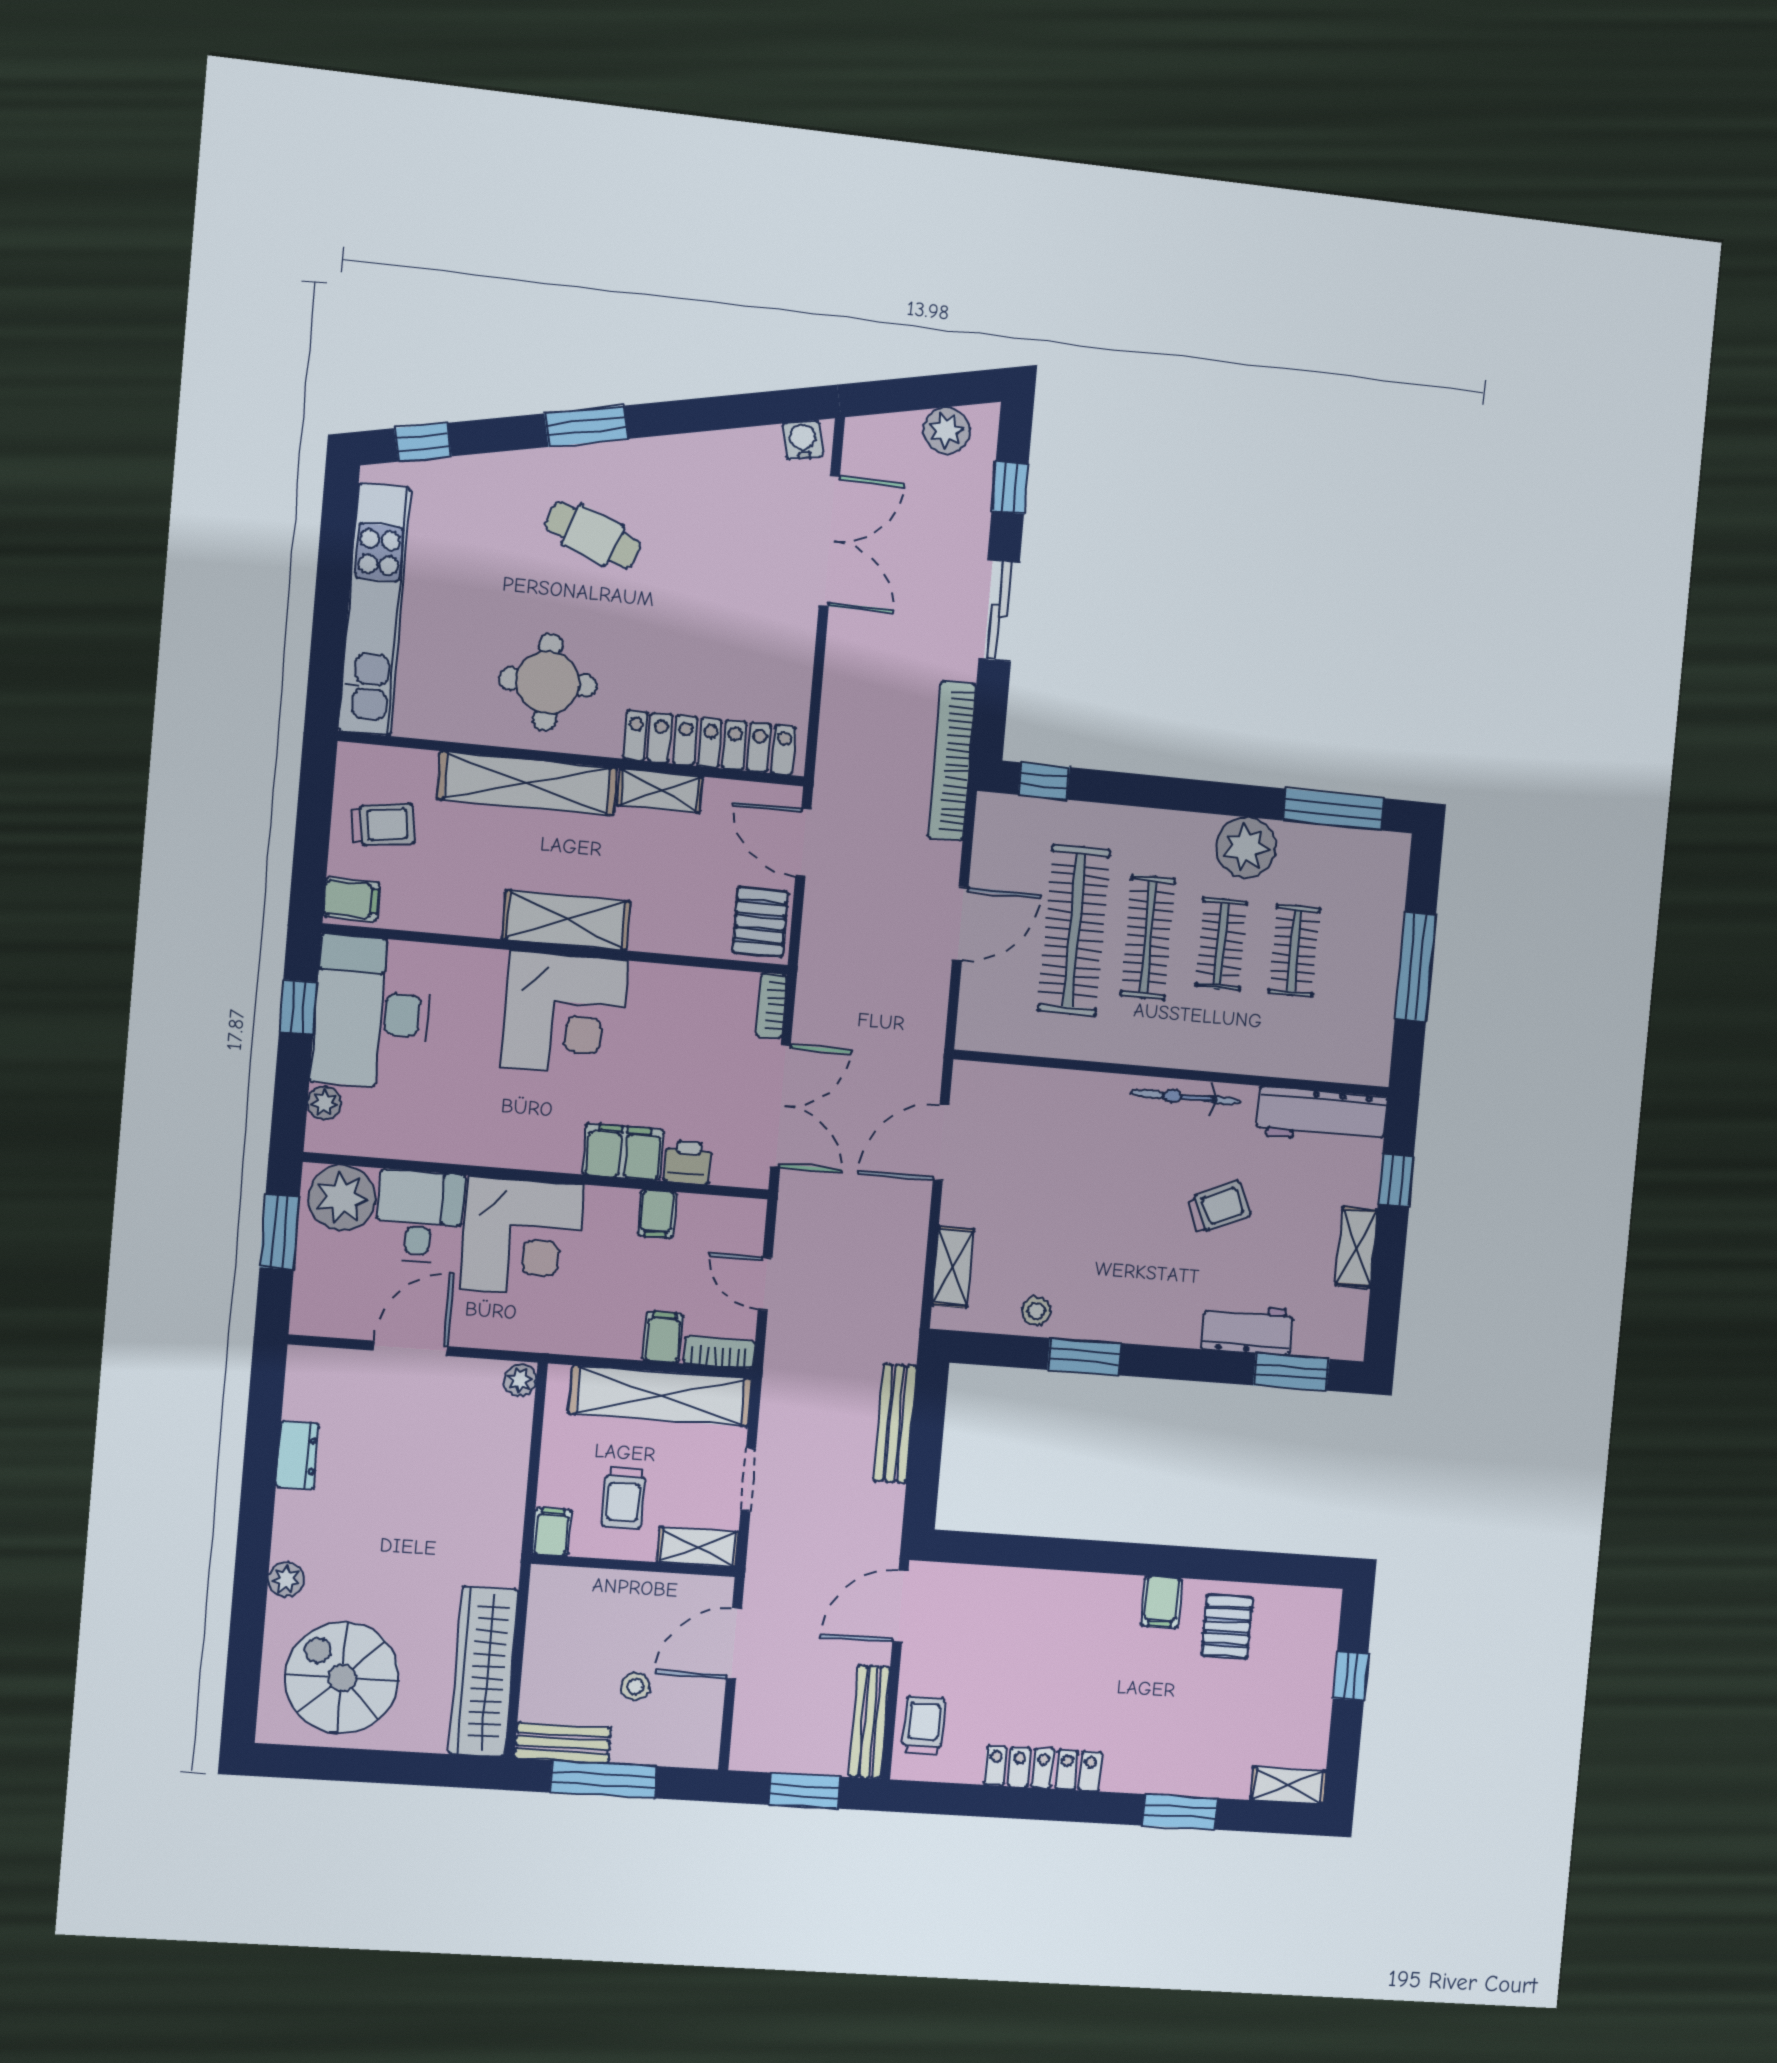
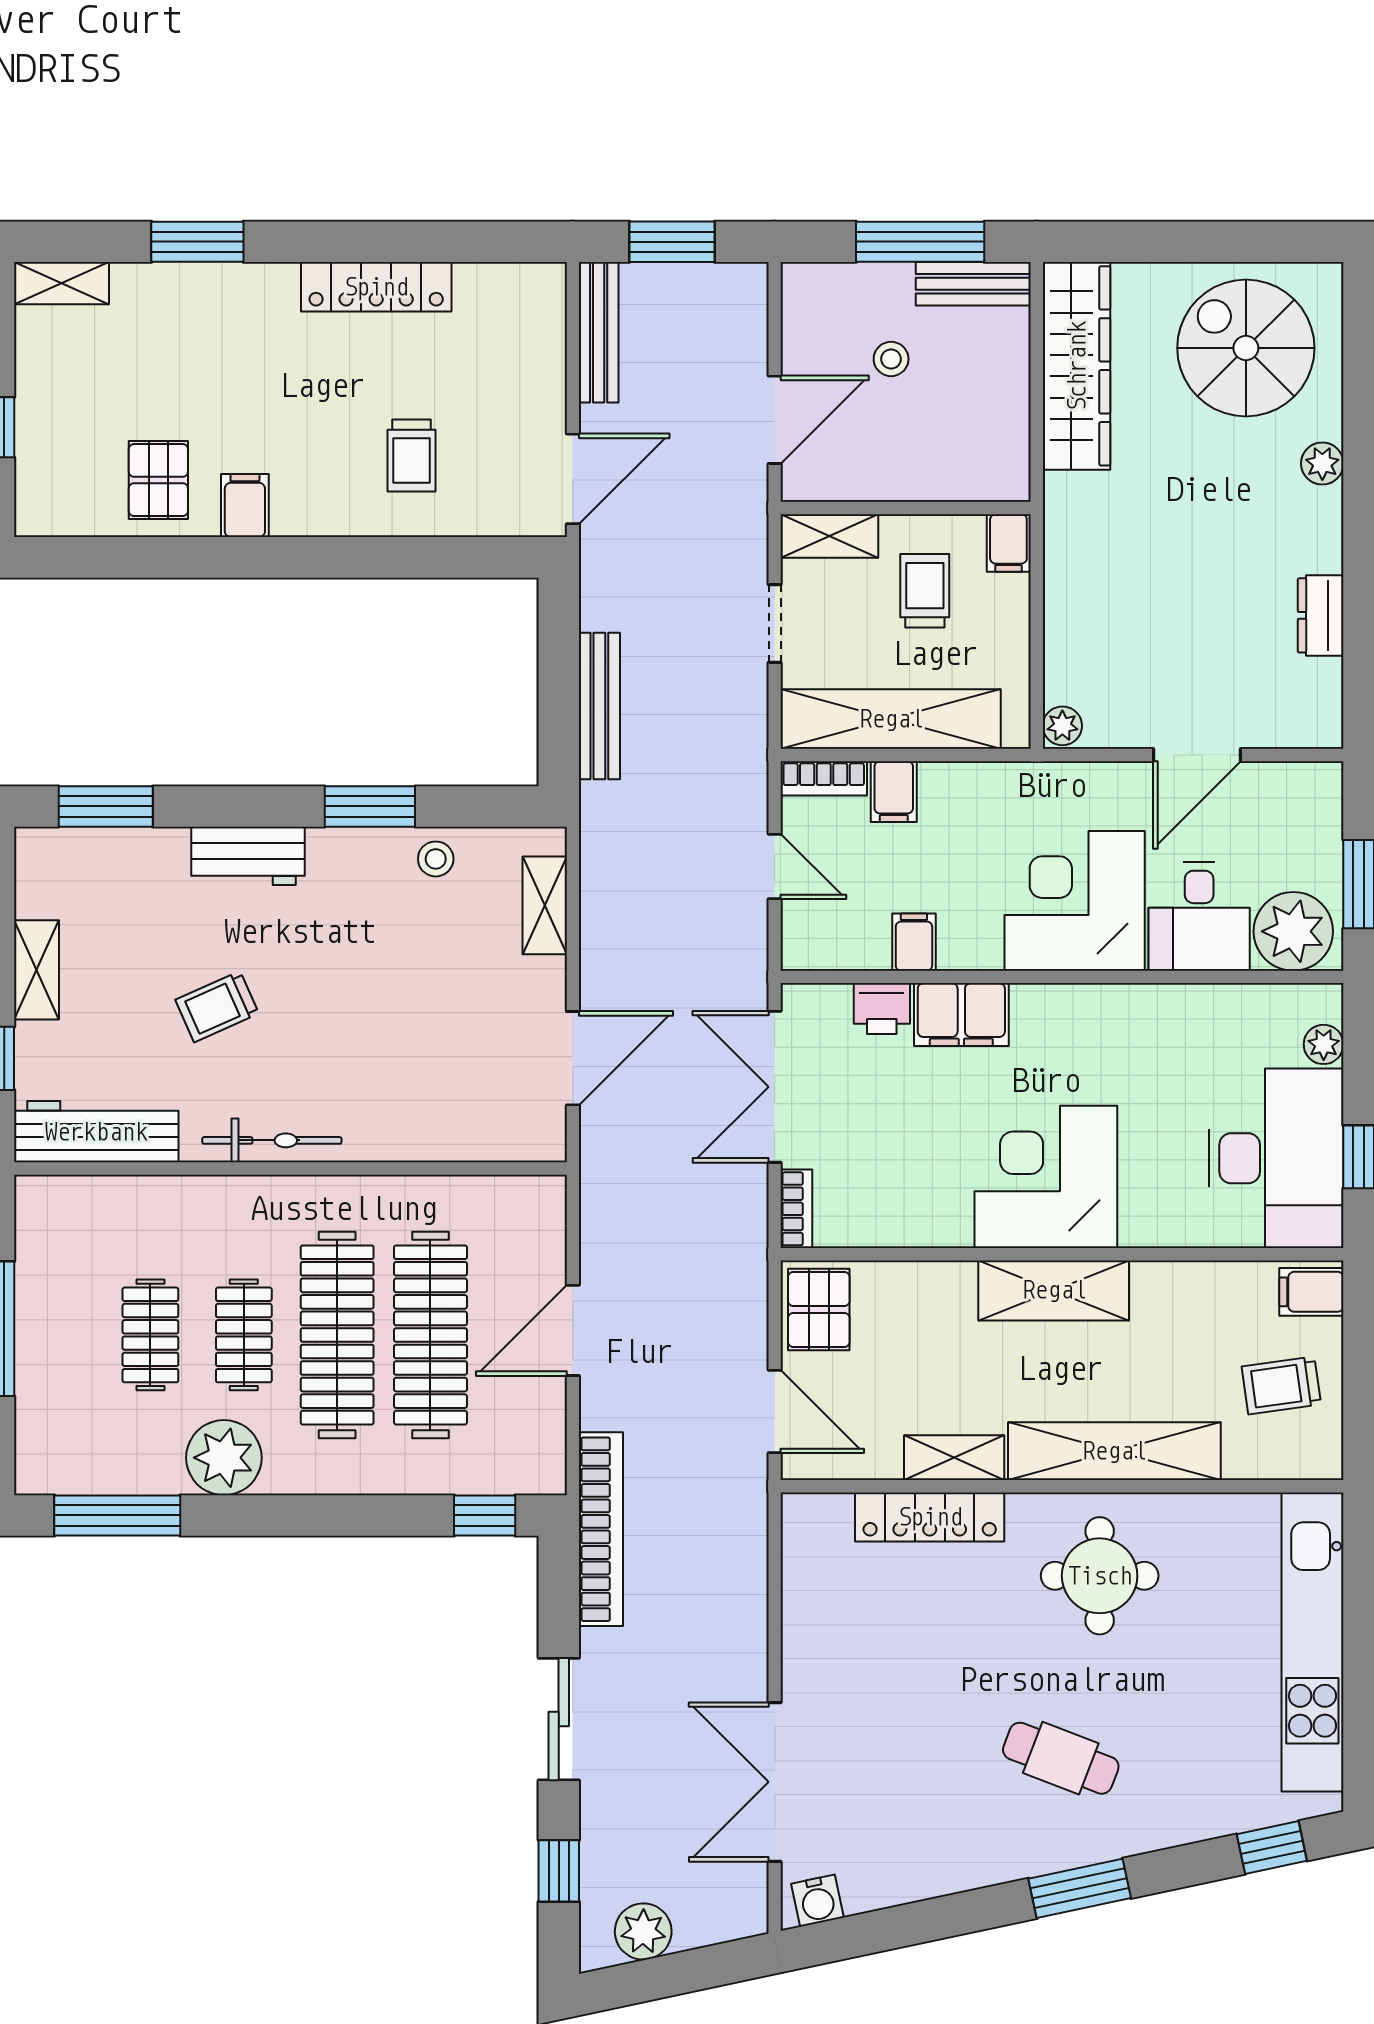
locker: (710, 743) -> (930, 1517), width x0.71, depth x0.83
clothes rail: (1148, 937) -> (337, 1335), width x1.37, depth x1.31
workbench: (1247, 1329) -> (248, 856), moved
spiral stairs: (342, 1678) -> (1246, 348), turned 180
trolley: (924, 1726) -> (411, 456), moved

